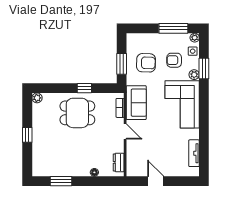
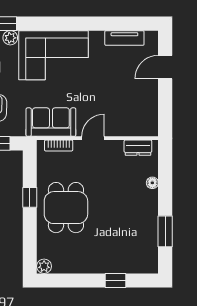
window: (27, 135) -> (115, 280), moved
door: (156, 181) -> (165, 67), moved

